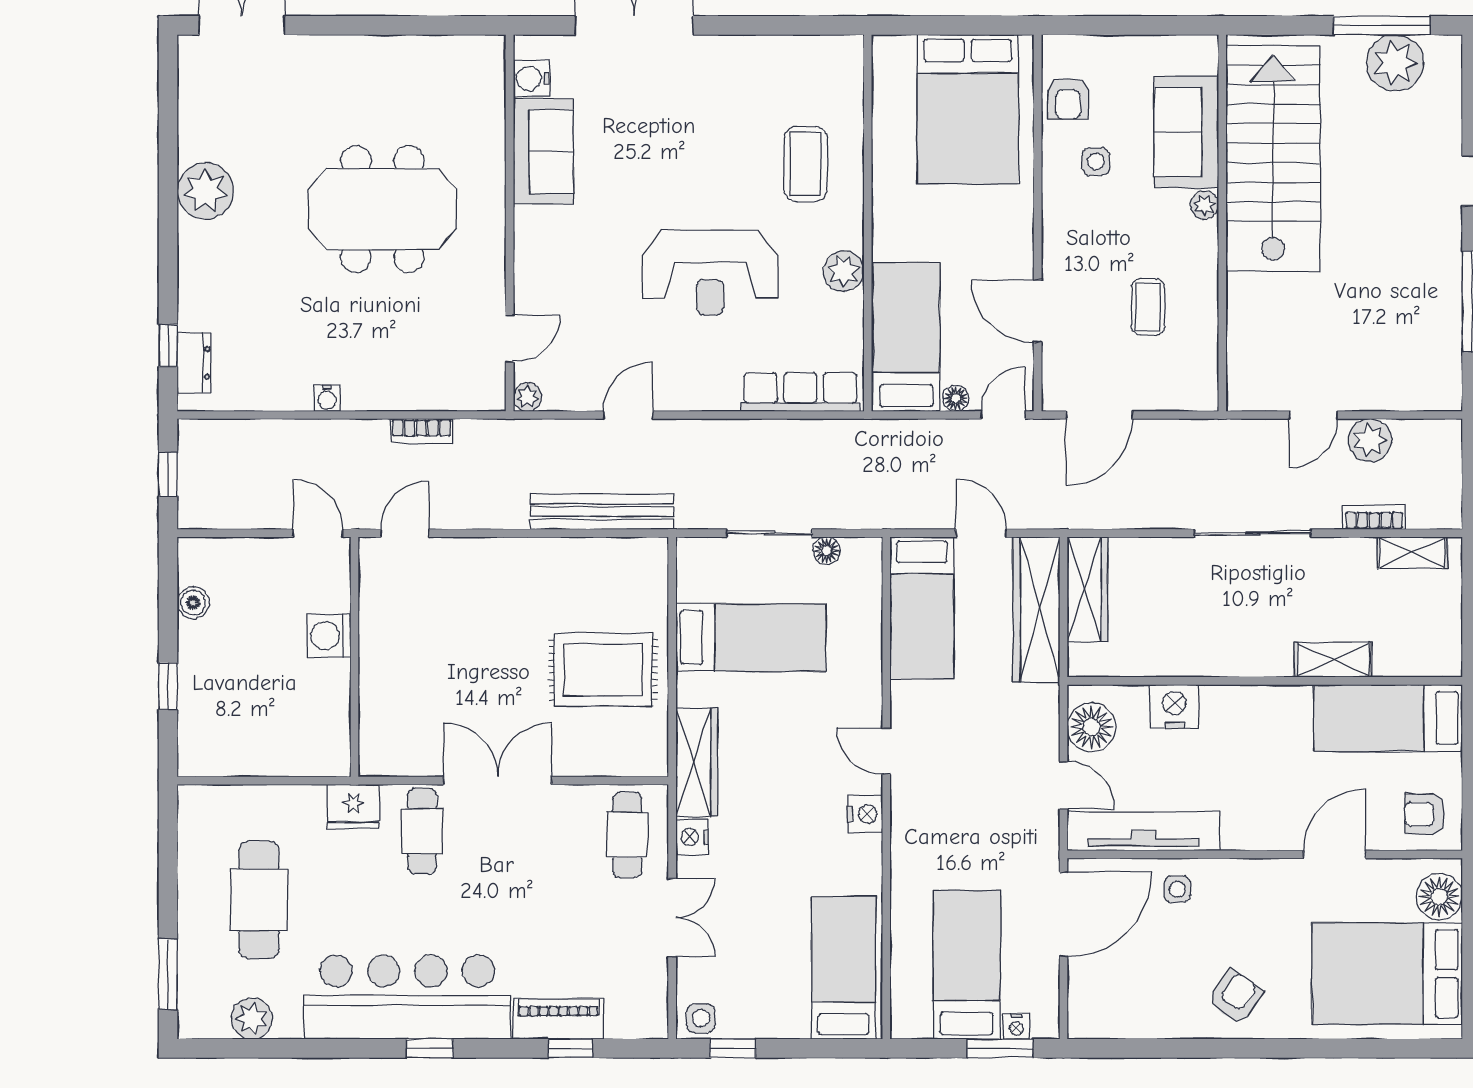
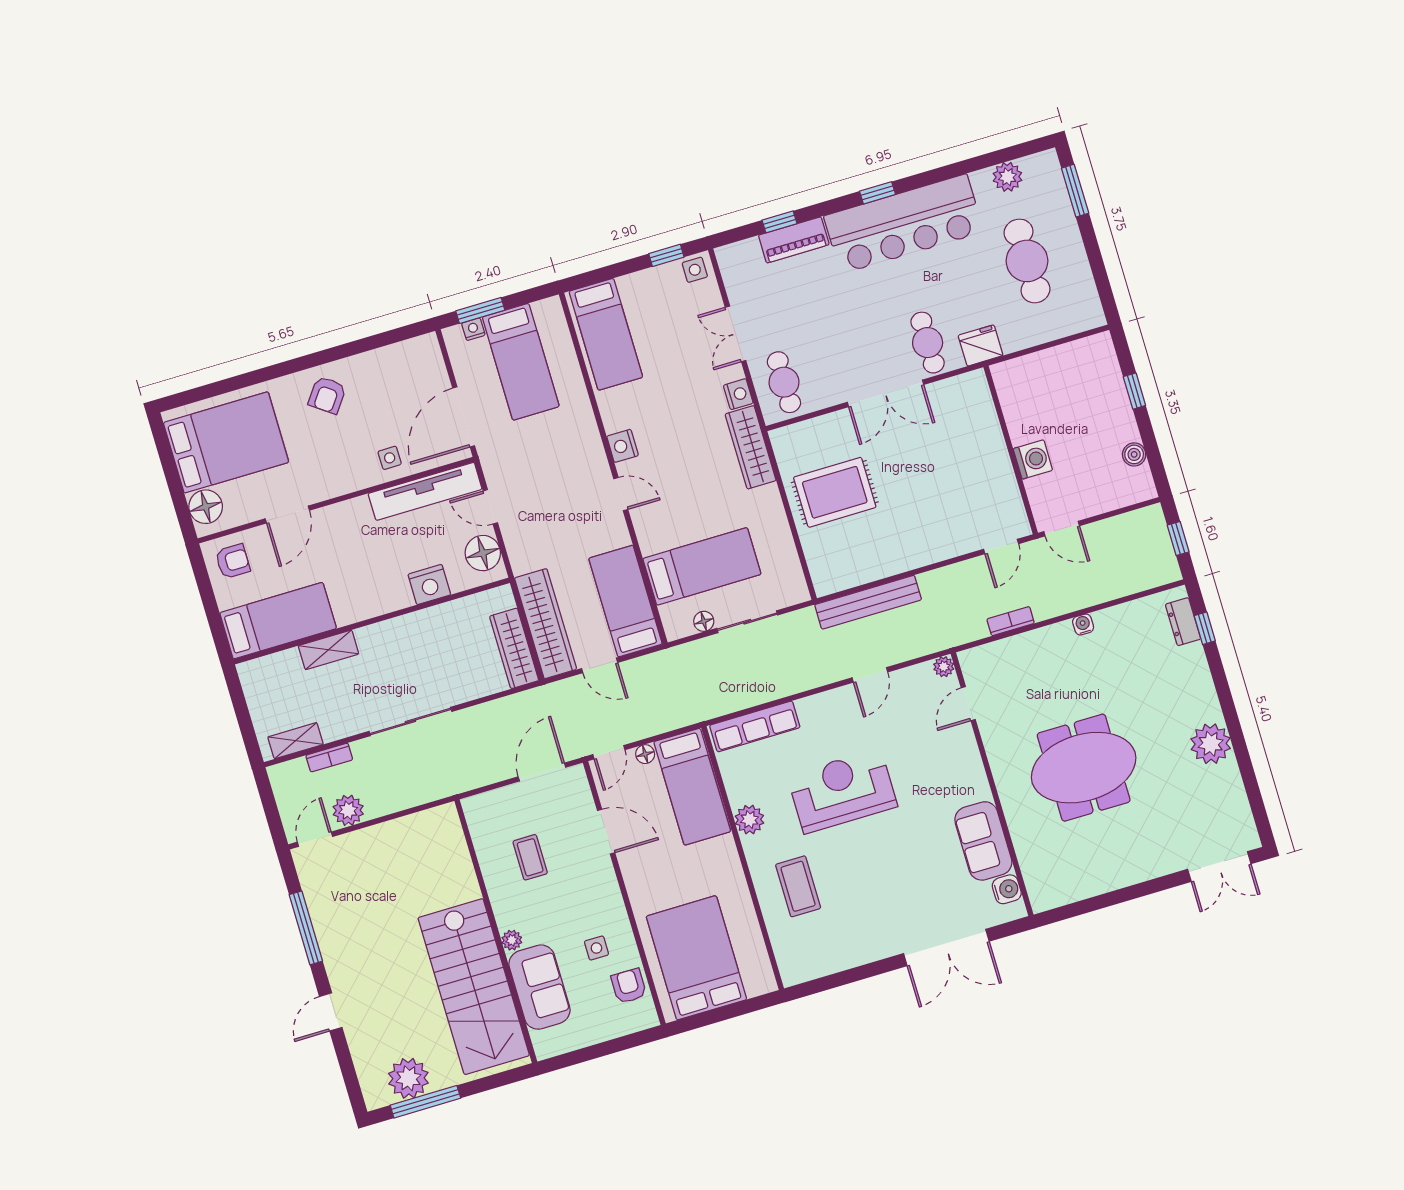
door: (1313, 415) -> (315, 839), moved
bed: (751, 637) -> (702, 566), moved, turned 180

